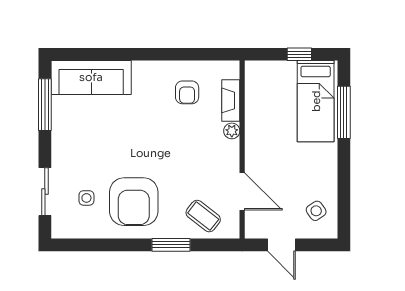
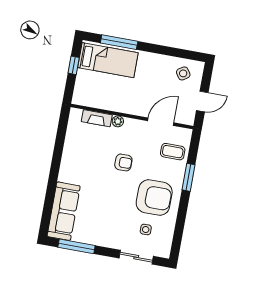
armchair: (187, 92) -> (123, 162), moved
coffee table: (203, 216) -> (173, 152), turned 52

